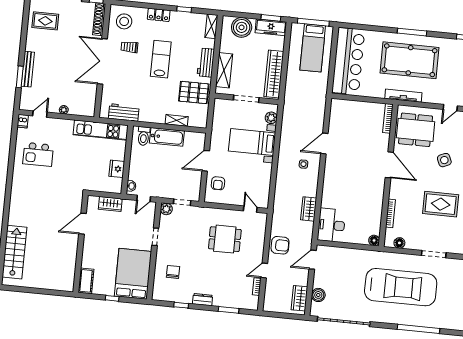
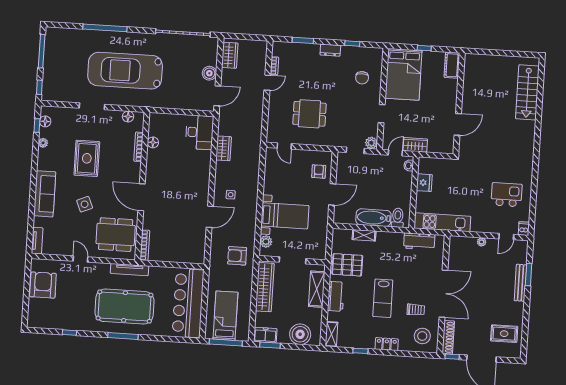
freezer: (271, 27) -> (265, 335), width x0.71
door: (450, 108) -> (80, 259), hinge flipped
wardrobe: (110, 204) -> (415, 145), moved
rug: (441, 204) -> (87, 158), turned 90
floor lamp: (374, 240) -> (153, 142), moved
armchair: (280, 245) -> (237, 256), moved
boiler: (318, 295) -> (209, 73), moved

